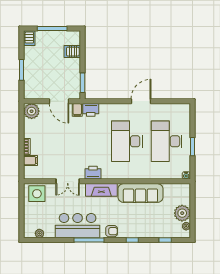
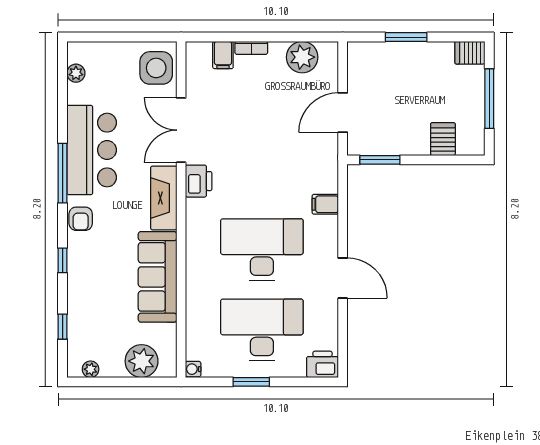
filing cabinet: (77, 110) -> (325, 204), moved
printer: (91, 110) -> (322, 364), moved, turned 90
plant: (32, 111) -> (302, 57), moved
double door: (68, 181) -> (181, 130), width x1.37
plant: (182, 213) -> (142, 361), moved

